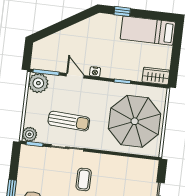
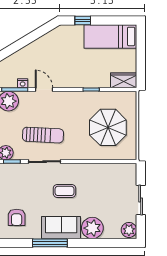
nightstand: (95, 72) -> (23, 83), moved
parasol: (135, 121) -> (108, 127), width x0.73, depth x0.73
coffee table: (84, 179) -> (65, 191), turned 90

